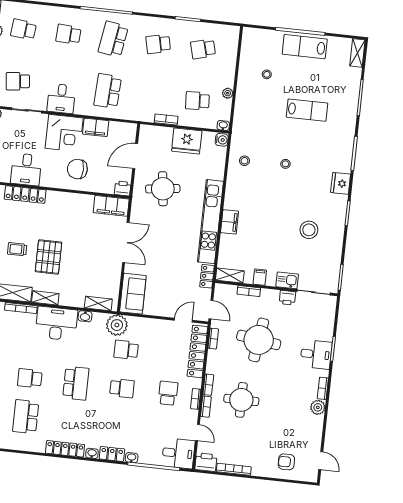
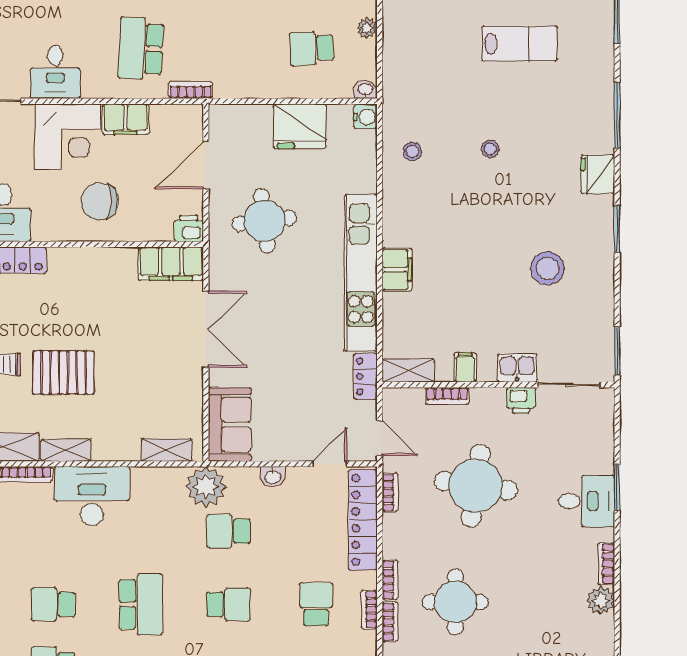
bookcase: (166, 119) -> (190, 90), moved
pallet: (48, 257) -> (63, 373), turned 90
washbasin: (85, 316) -> (273, 477), moved

